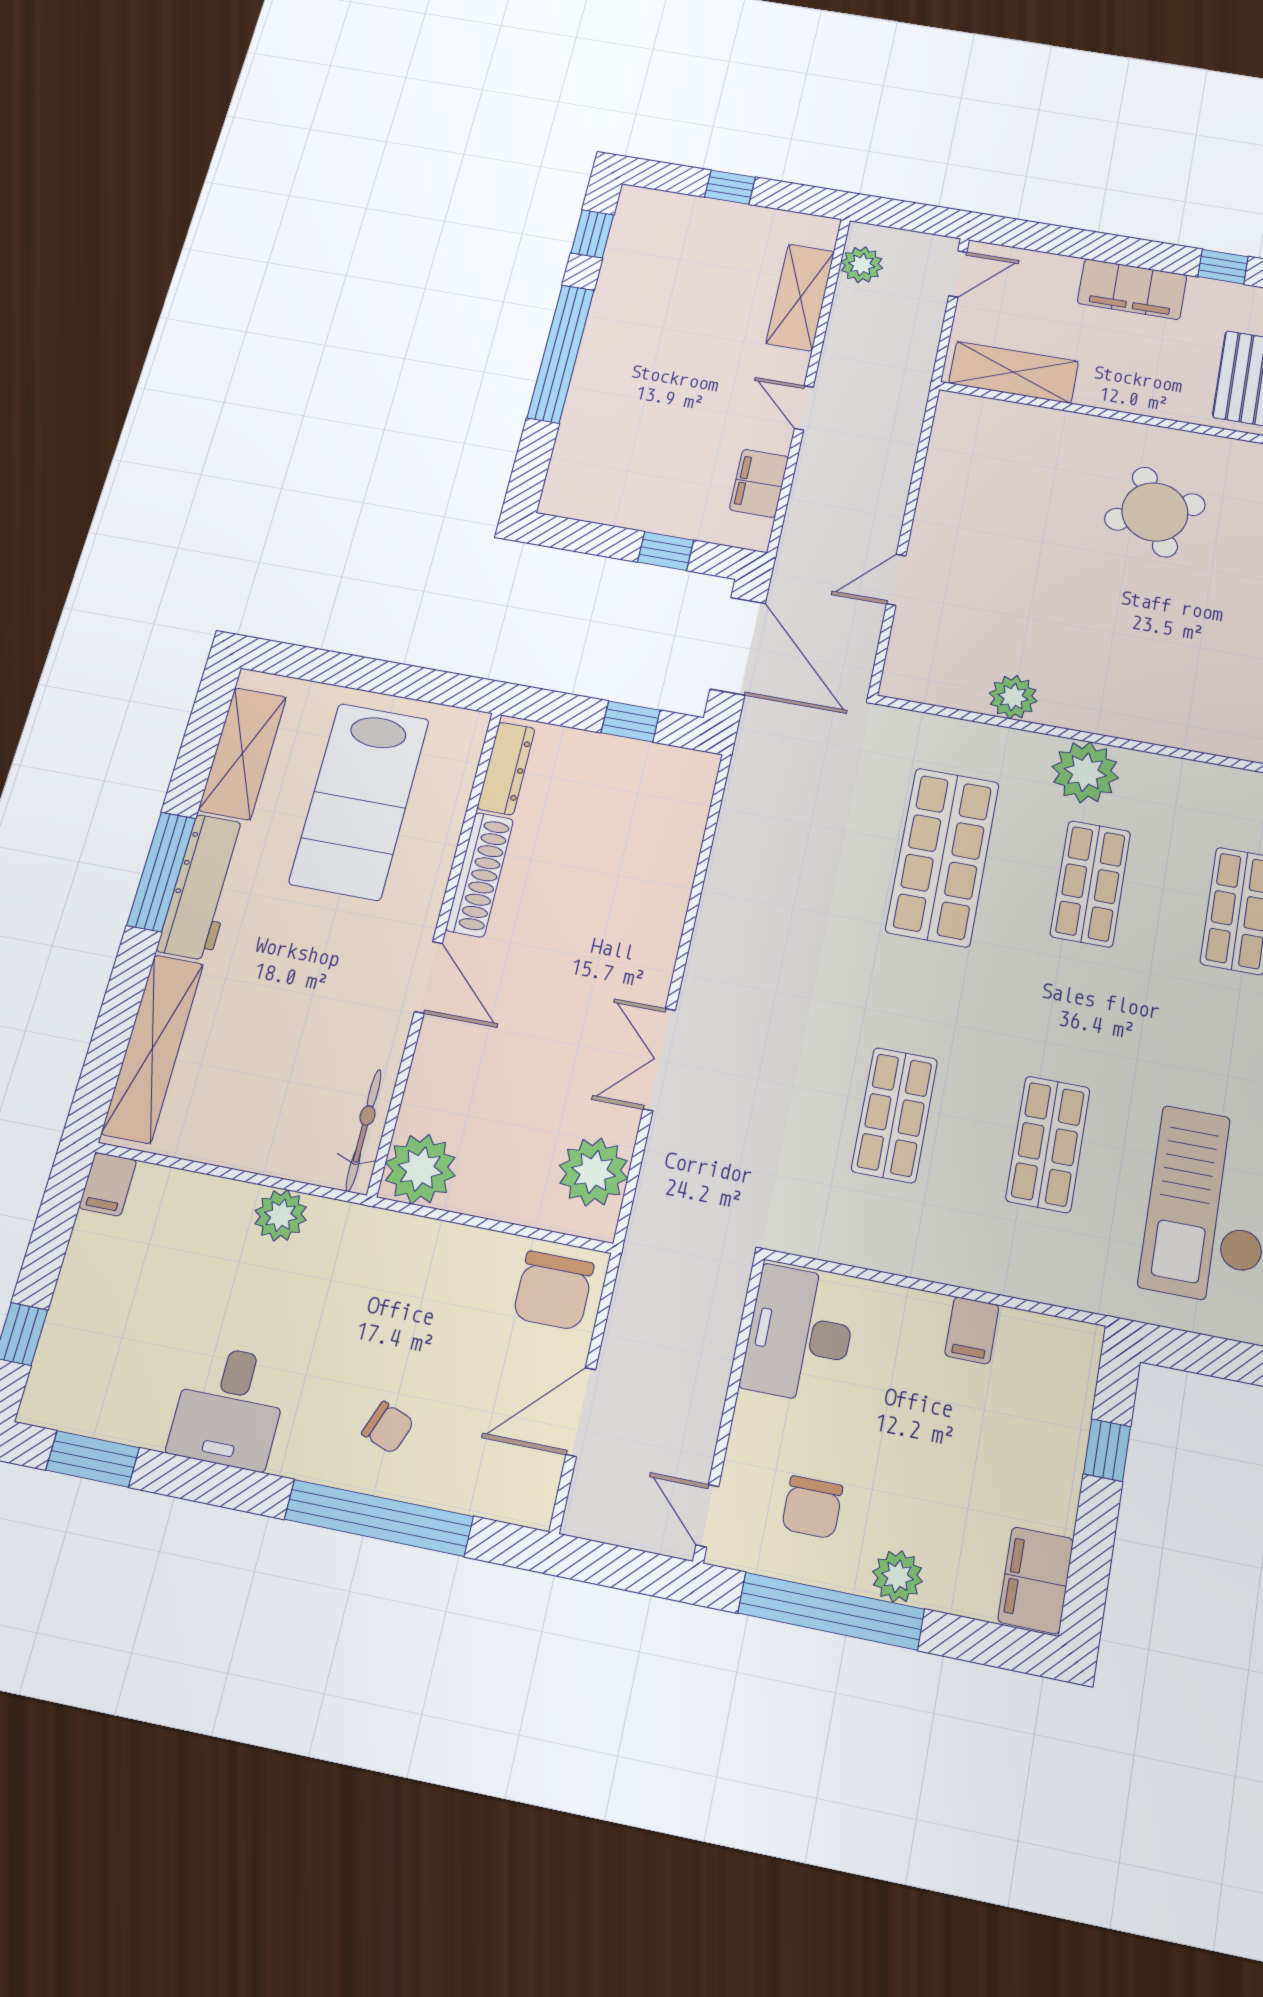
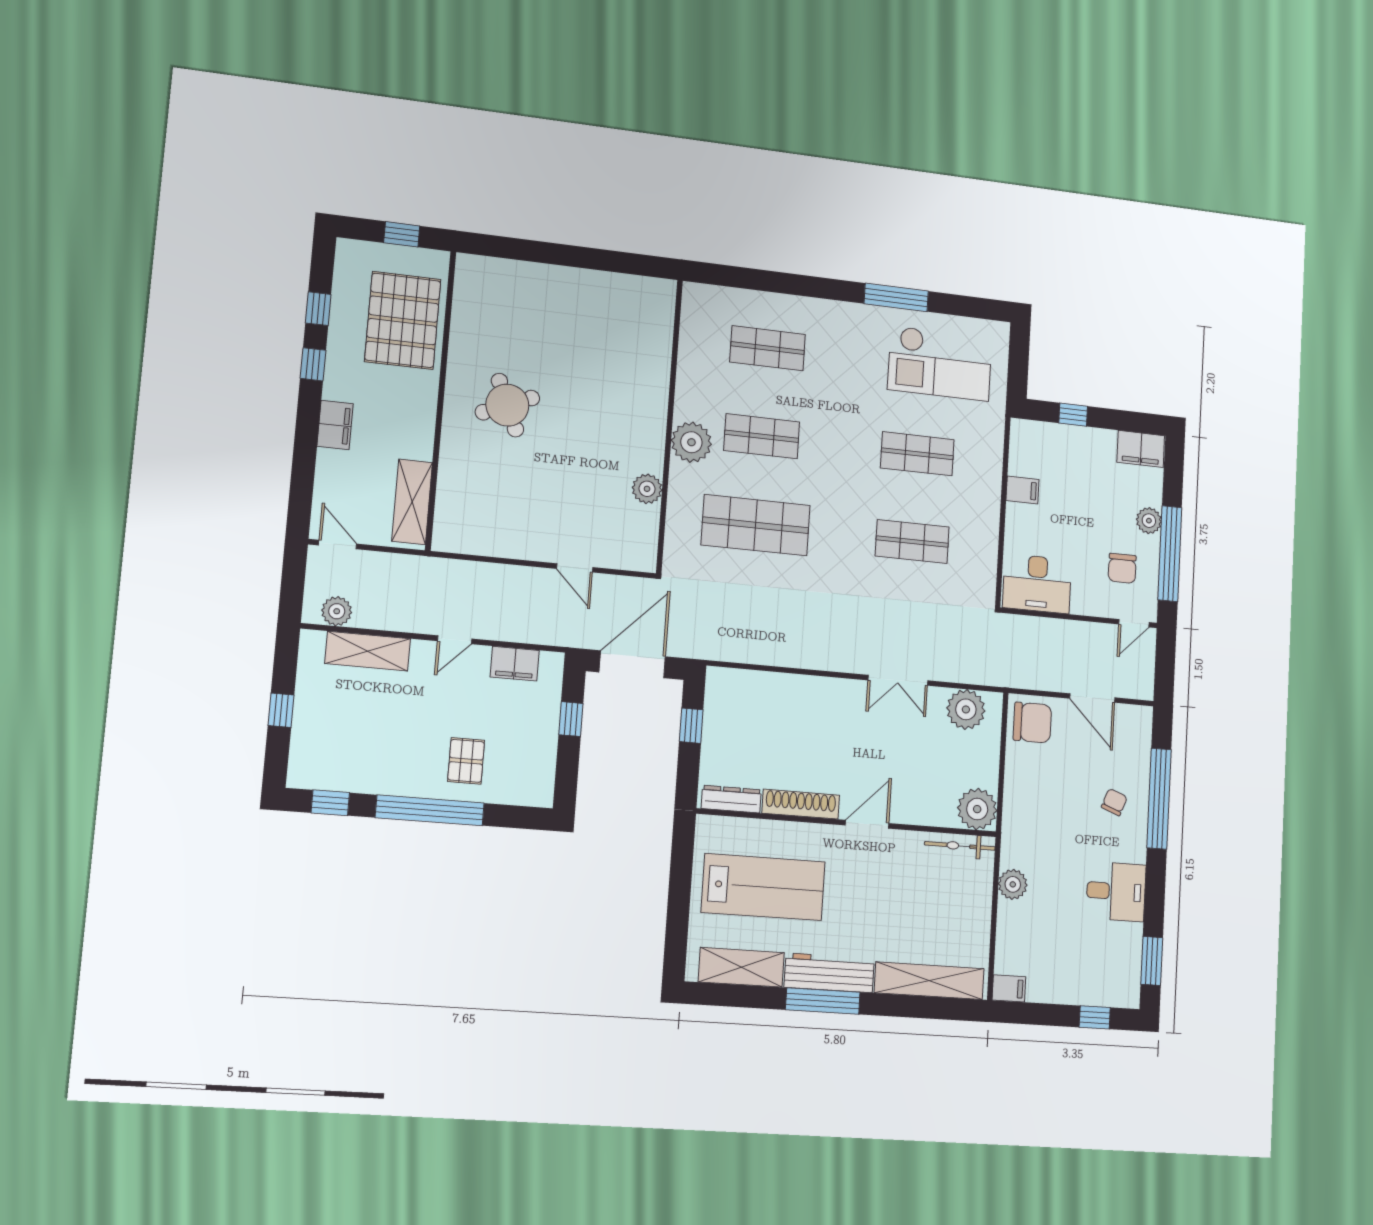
filing cabinet: (1132, 289) -> (335, 425), width x0.67, depth x0.86
pallet: (624, 406) -> (466, 761), added
chair: (812, 1507) -> (1122, 568), turned 90

